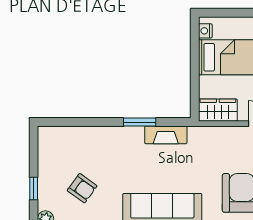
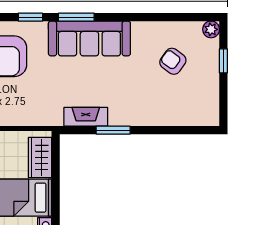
wardrobe: (218, 110) -> (40, 157), moved, turned 90

